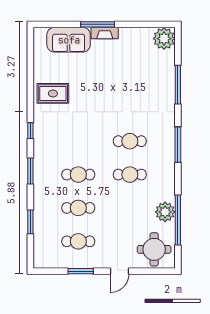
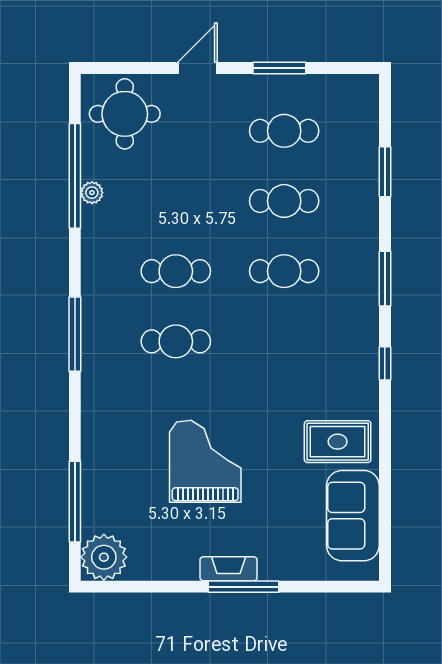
sofa: (69, 40) -> (353, 516), moved, turned -90
grand piano: (116, 84) -> (205, 461), added
window: (178, 85) -> (75, 502), moved
plant: (165, 212) -> (92, 193), width x0.53, depth x0.53

